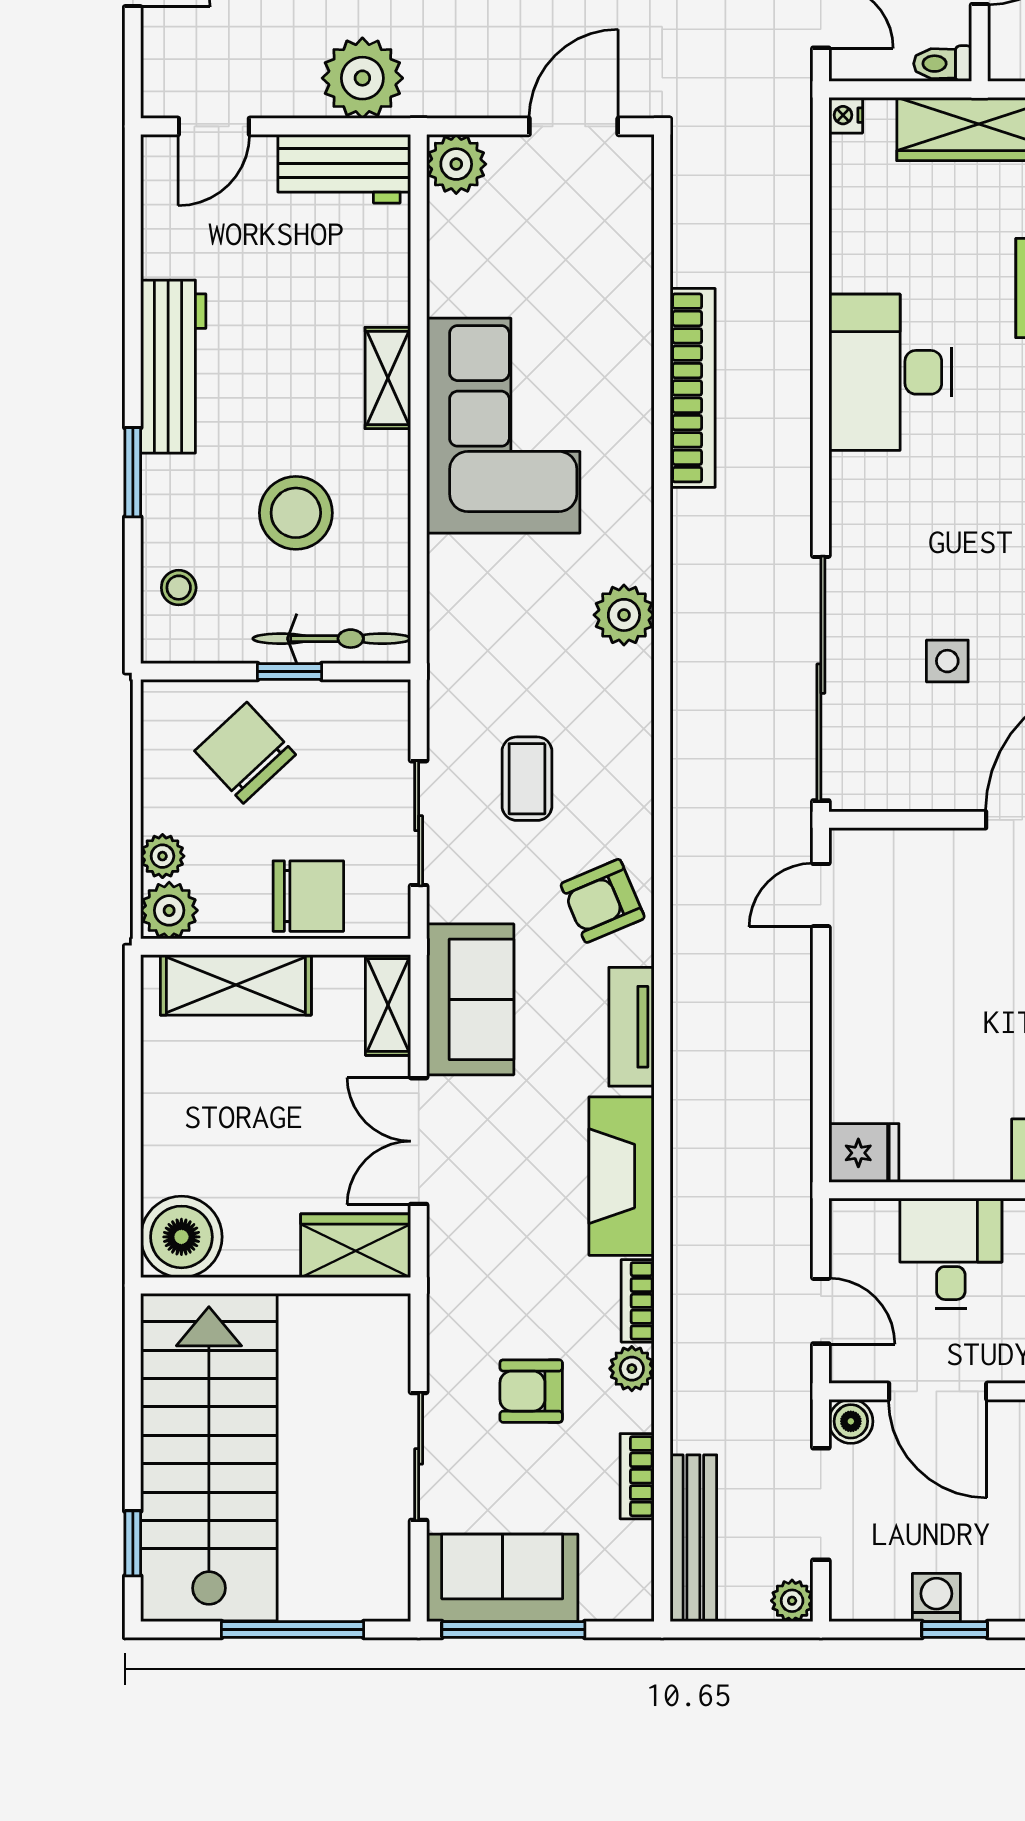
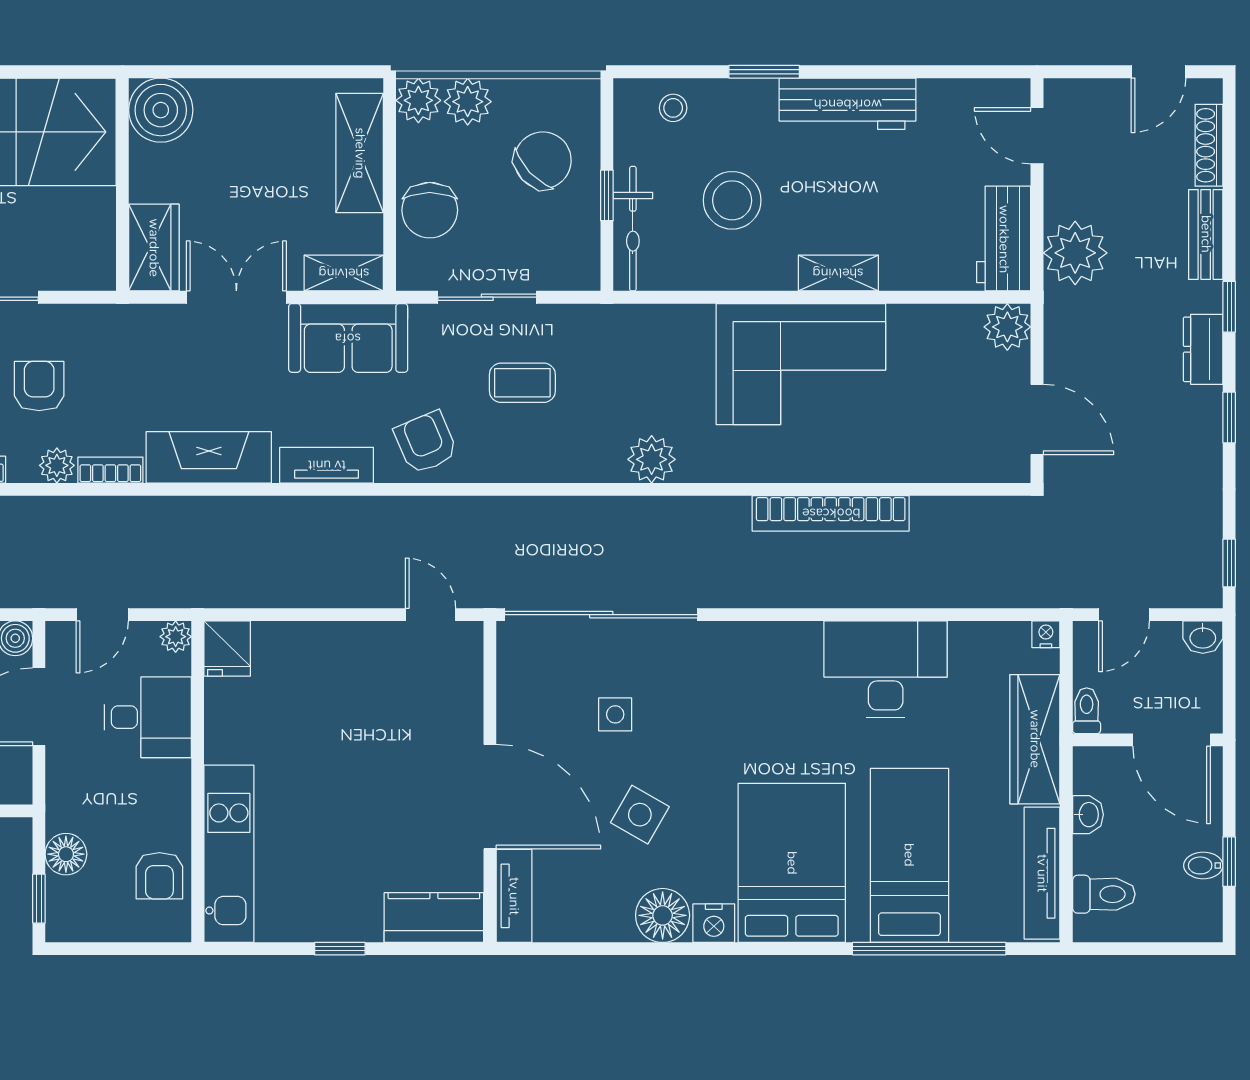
desk: (890, 372) -> (886, 669), moved
plant: (162, 856) -> (468, 102), width x1.38, depth x1.38
plant: (849, 1218) -> (176, 637), added

